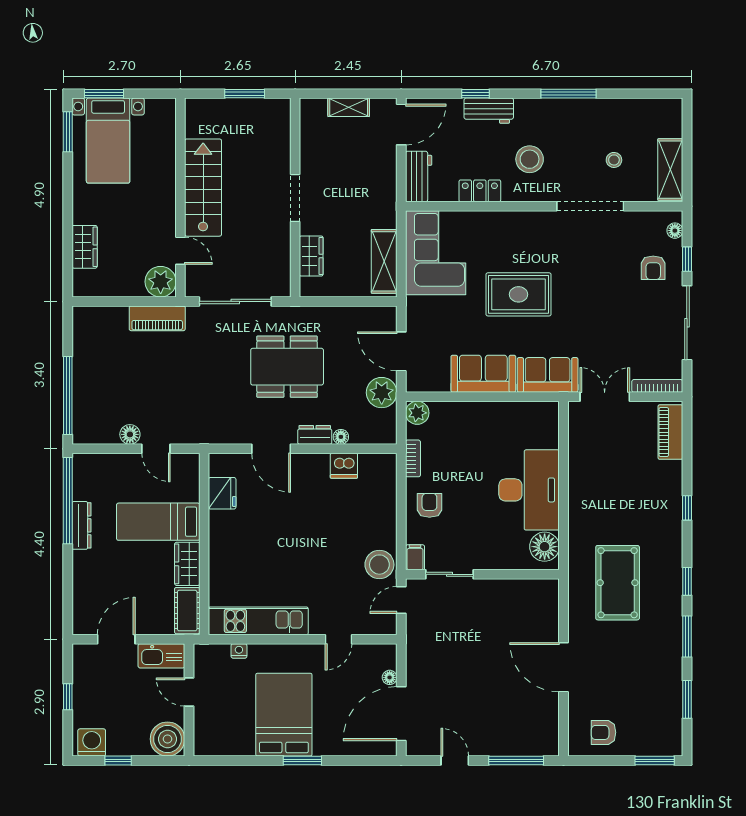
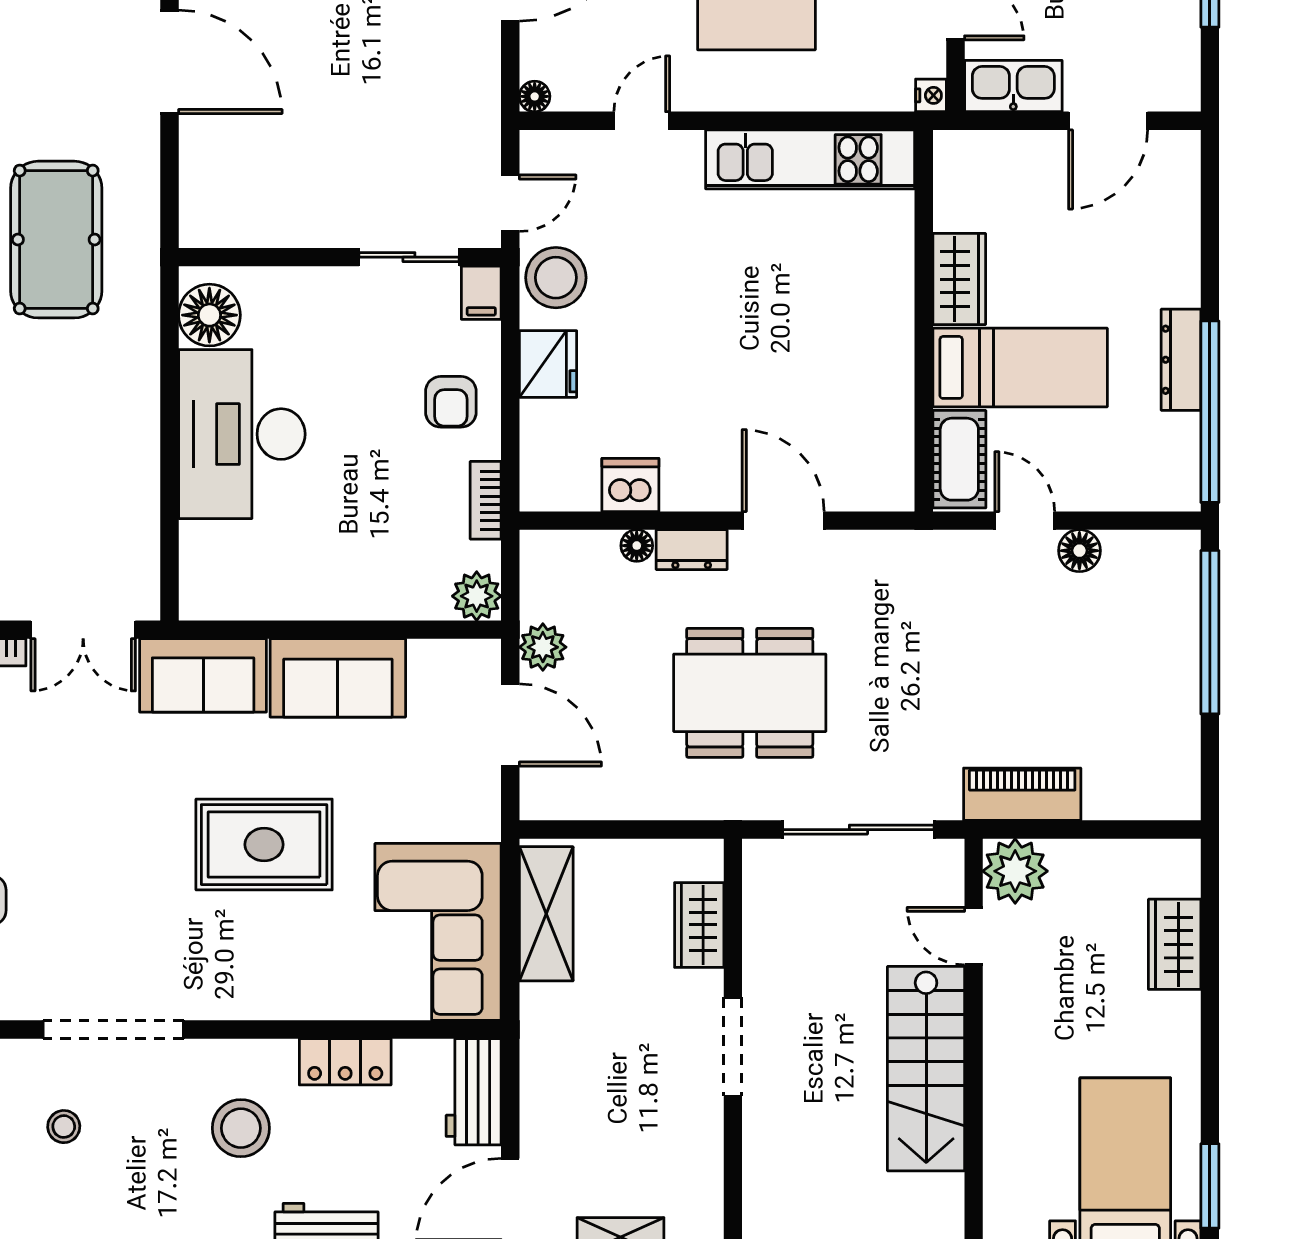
plant: (382, 393) -> (543, 647), width x0.73, depth x0.73
fridge: (222, 493) -> (548, 364), moved, turned 180
cot: (187, 611) -> (959, 459), moved
nightstand: (239, 651) -> (931, 95), moved, turned -90
floor lamp: (390, 677) -> (535, 96), moved

